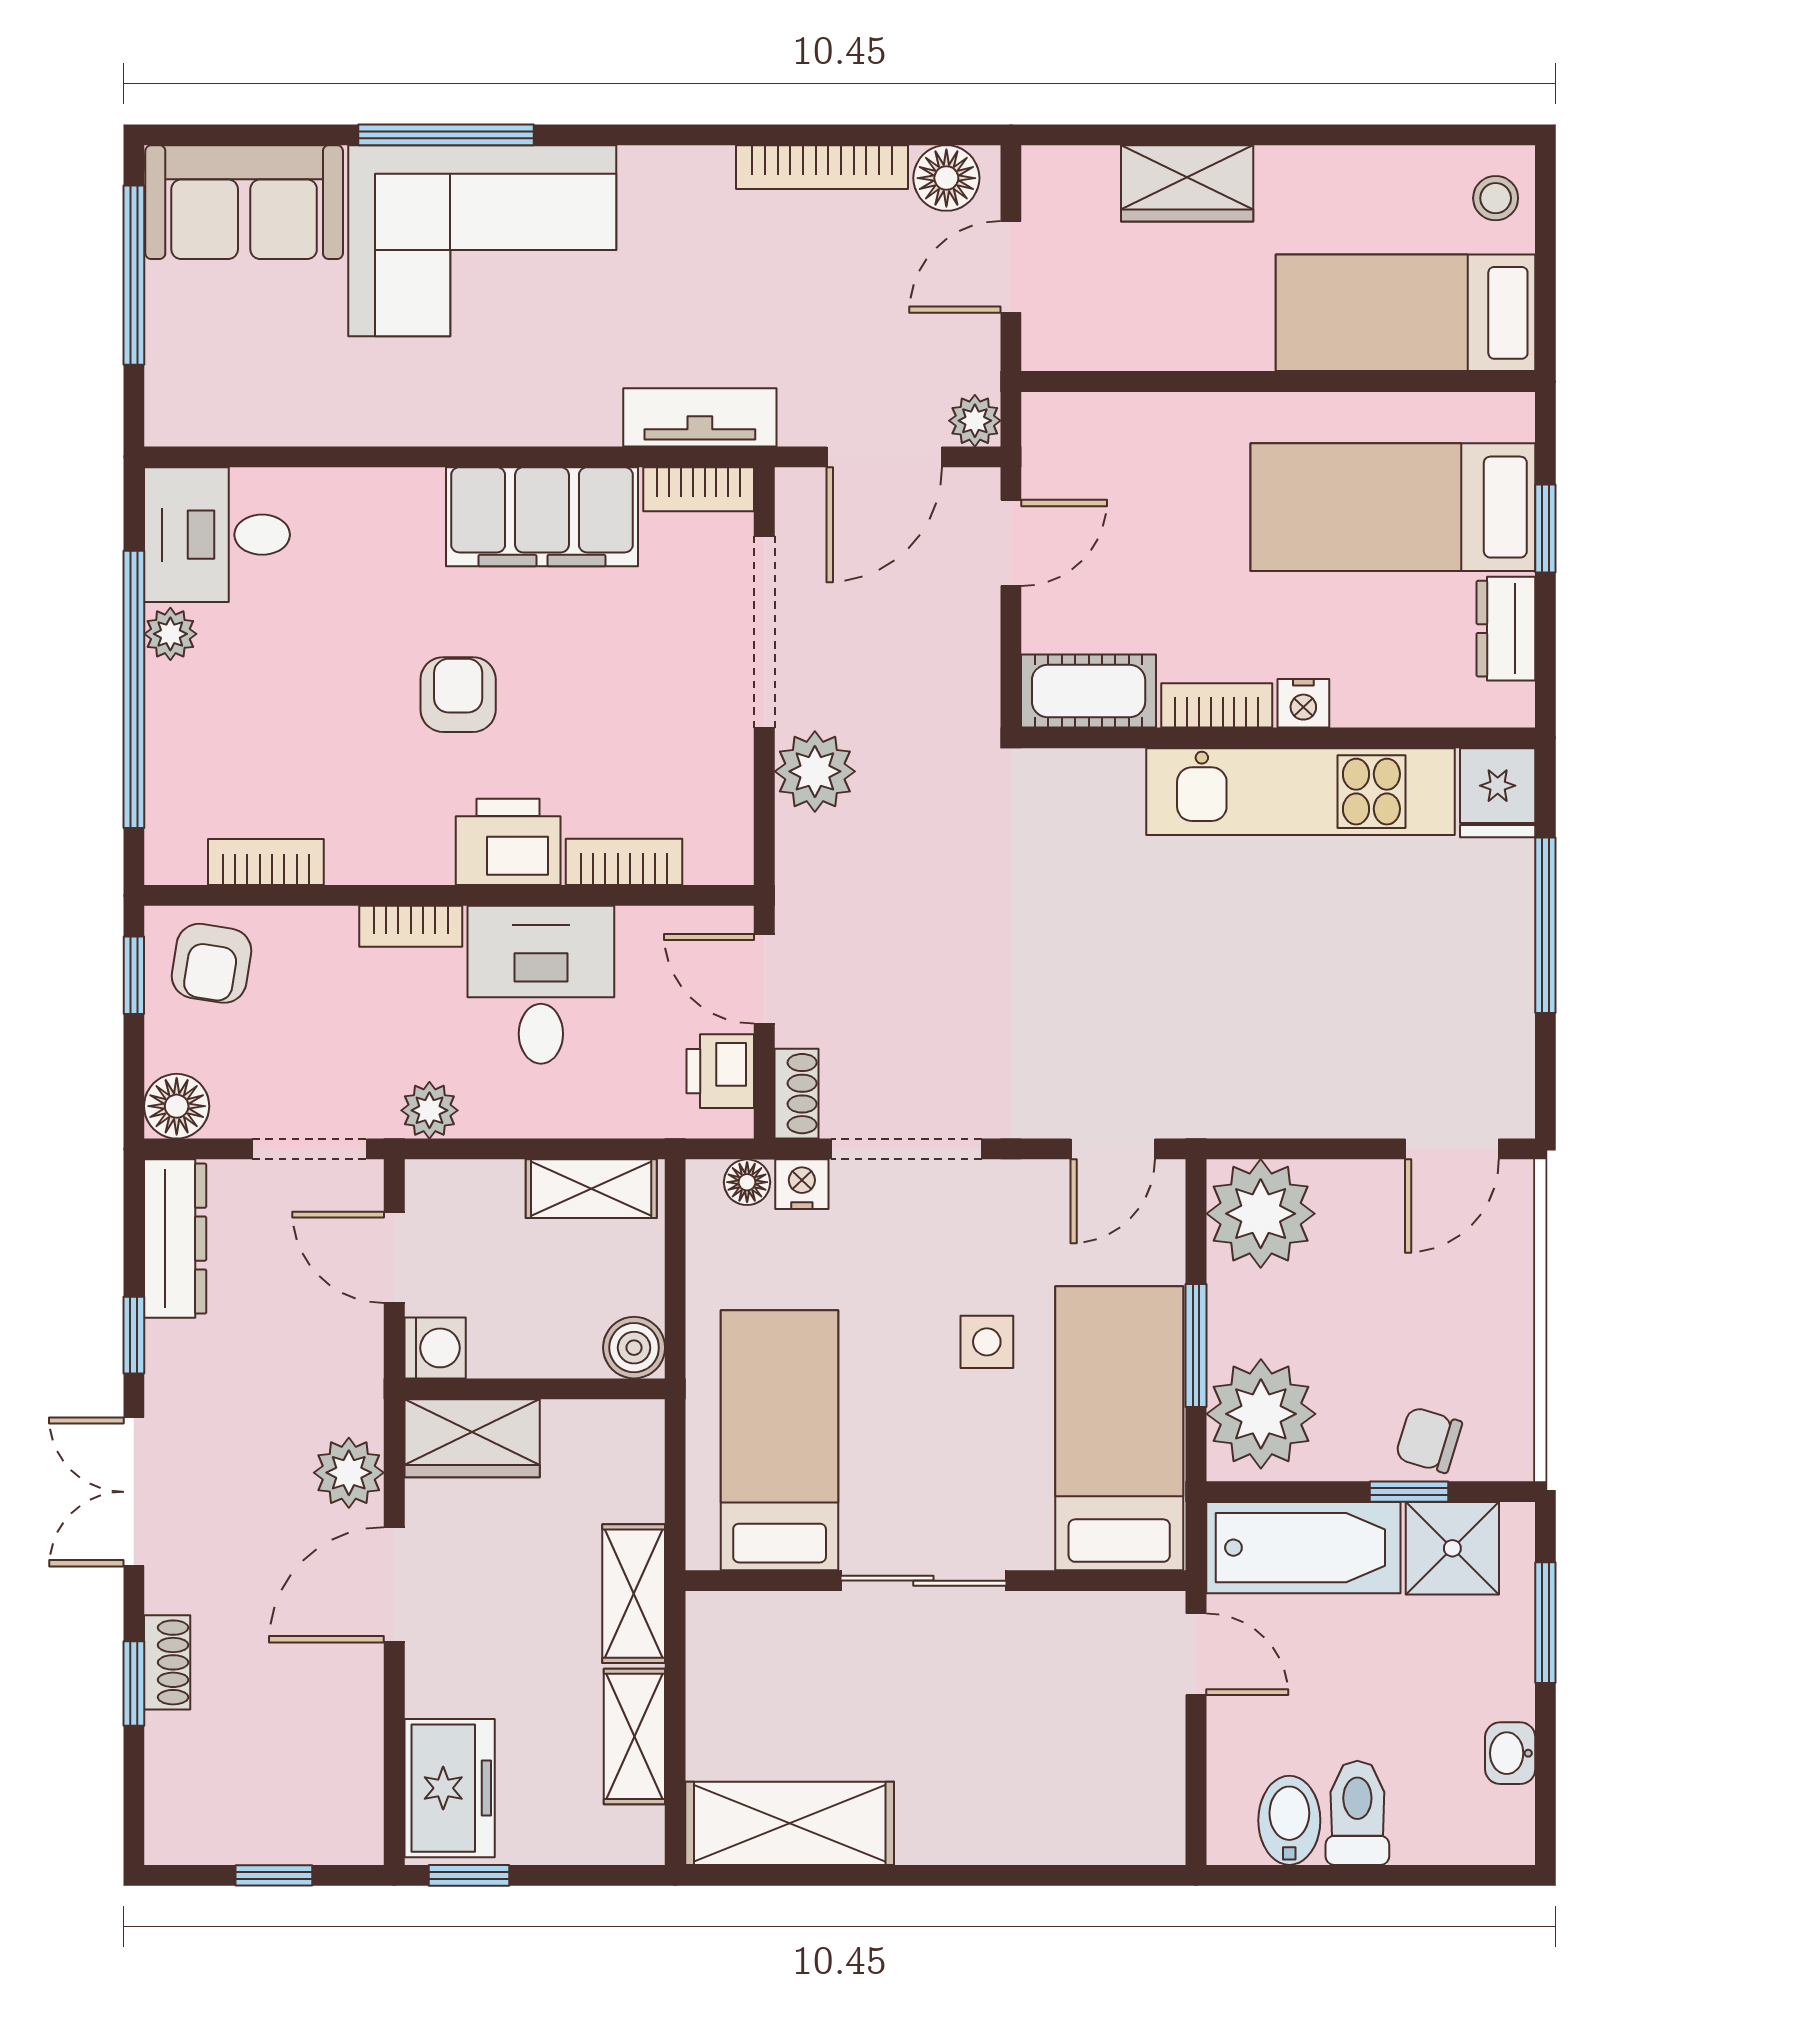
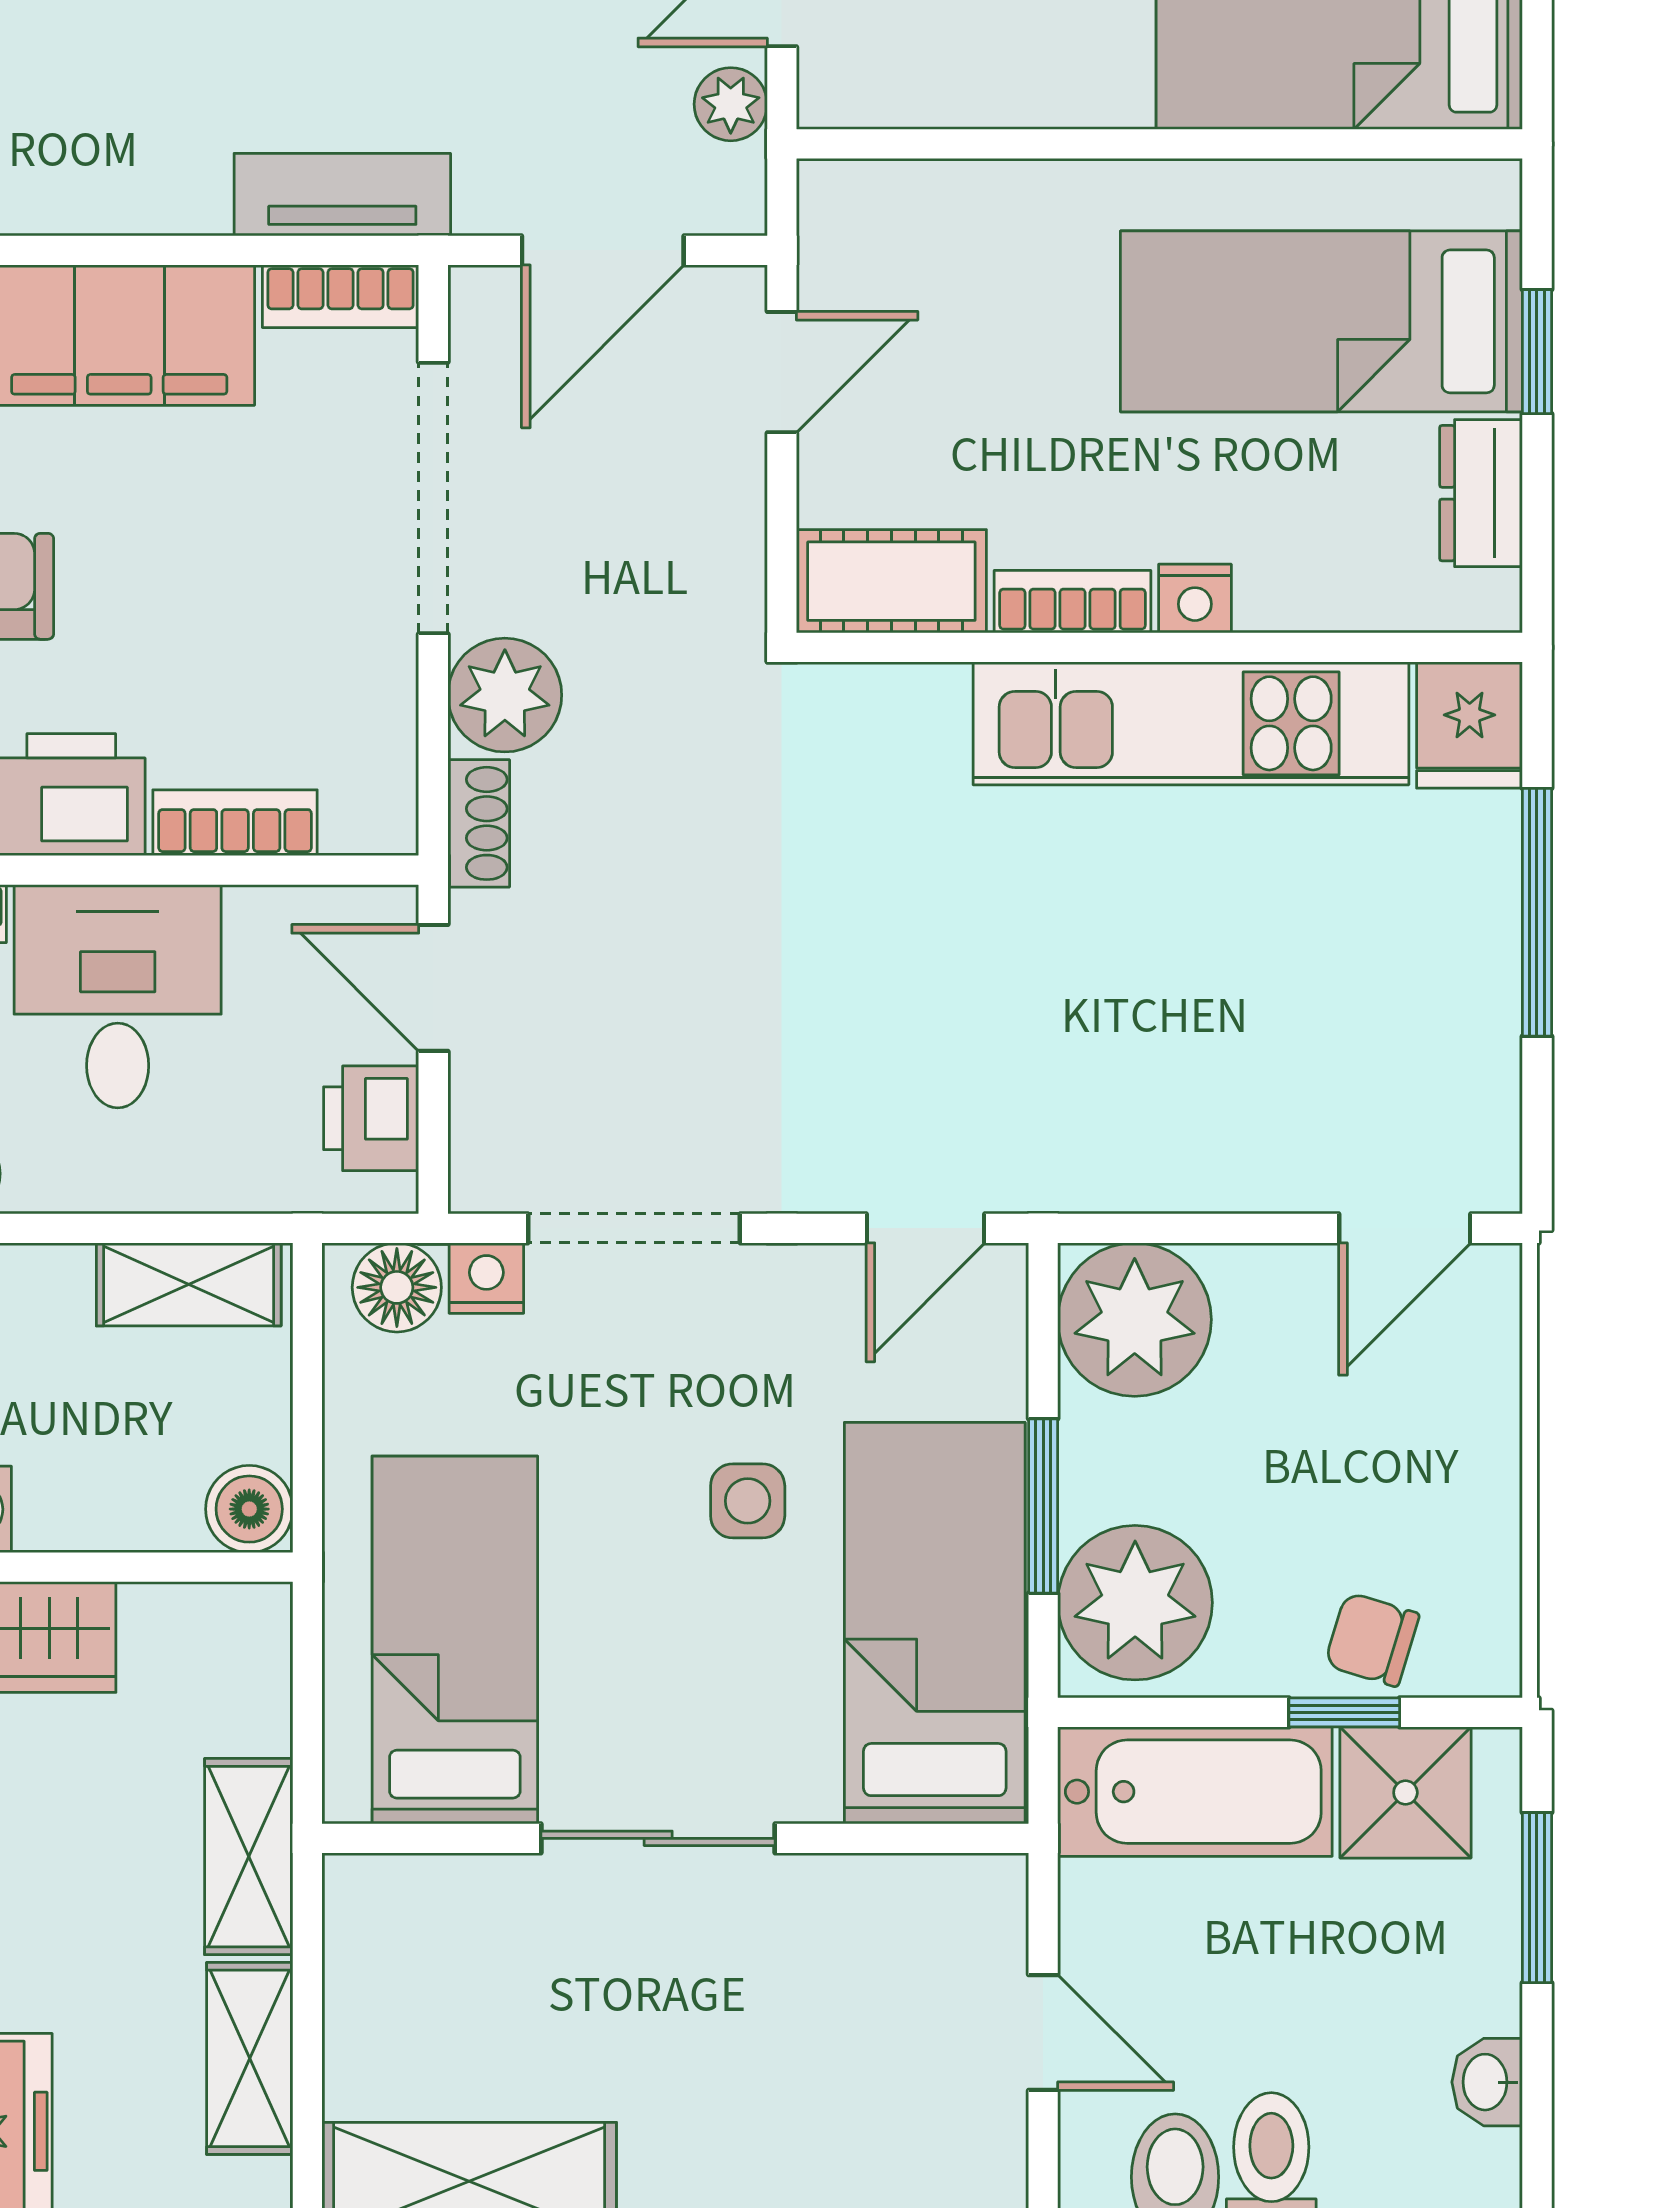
plant: (975, 421) -> (731, 104), moved
shoe rack: (796, 1094) -> (479, 823), moved
floor lamp: (747, 1182) -> (397, 1287), width x1.37, depth x1.37
door: (1196, 1654) -> (1043, 2033), moved

